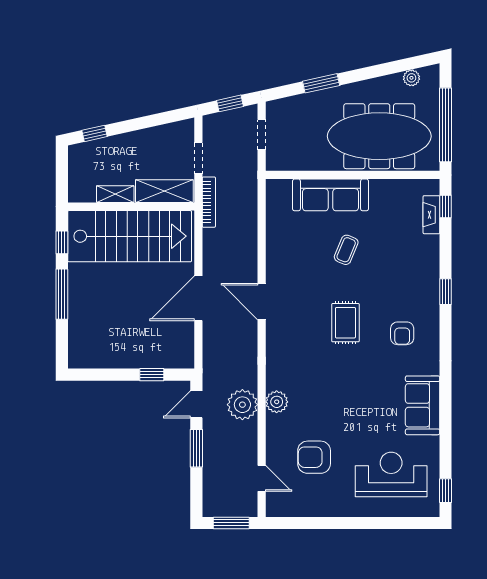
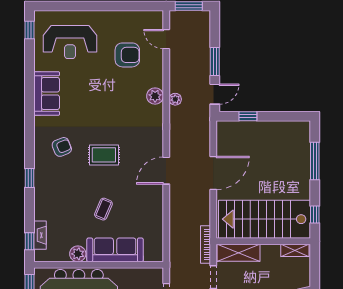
plant: (381, 190) -> (78, 254), added
shelving: (115, 194) -> (295, 250), moved
window: (62, 294) -> (315, 161), moved
door: (262, 302) -> (166, 171), swing flipped
rug: (345, 323) -> (104, 155), turned 90
armchair: (402, 333) -> (62, 147), turned 68
plant: (242, 405) -> (175, 99), width x0.53, depth x0.53

